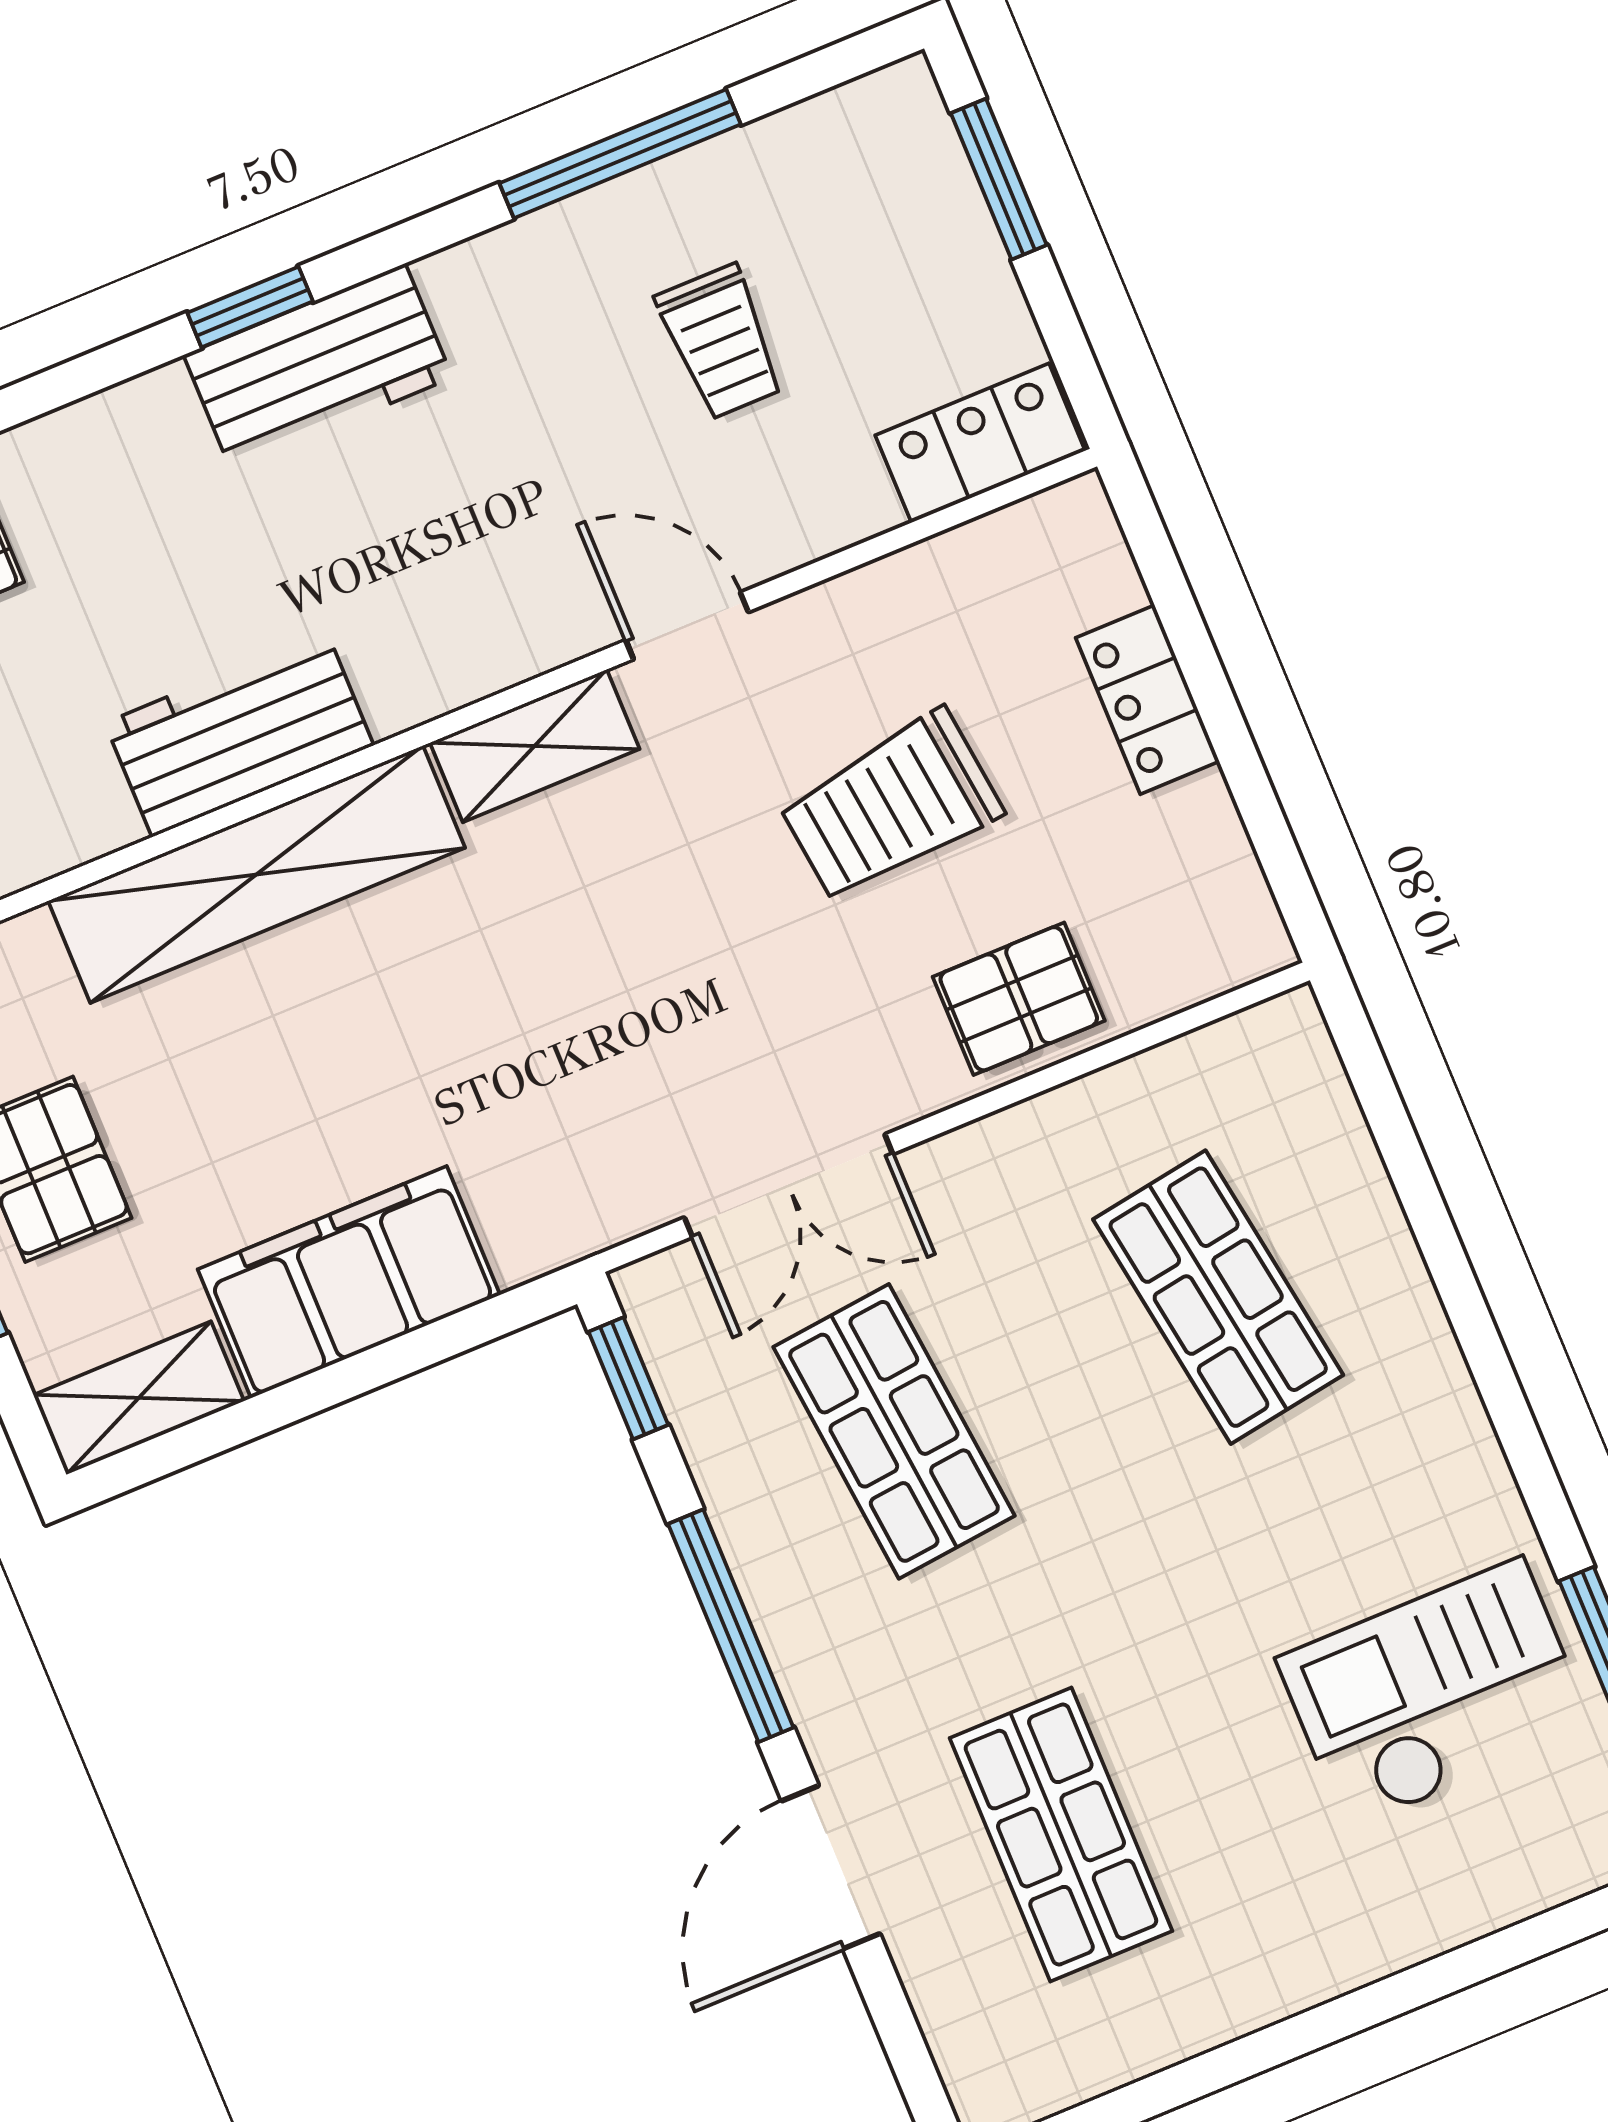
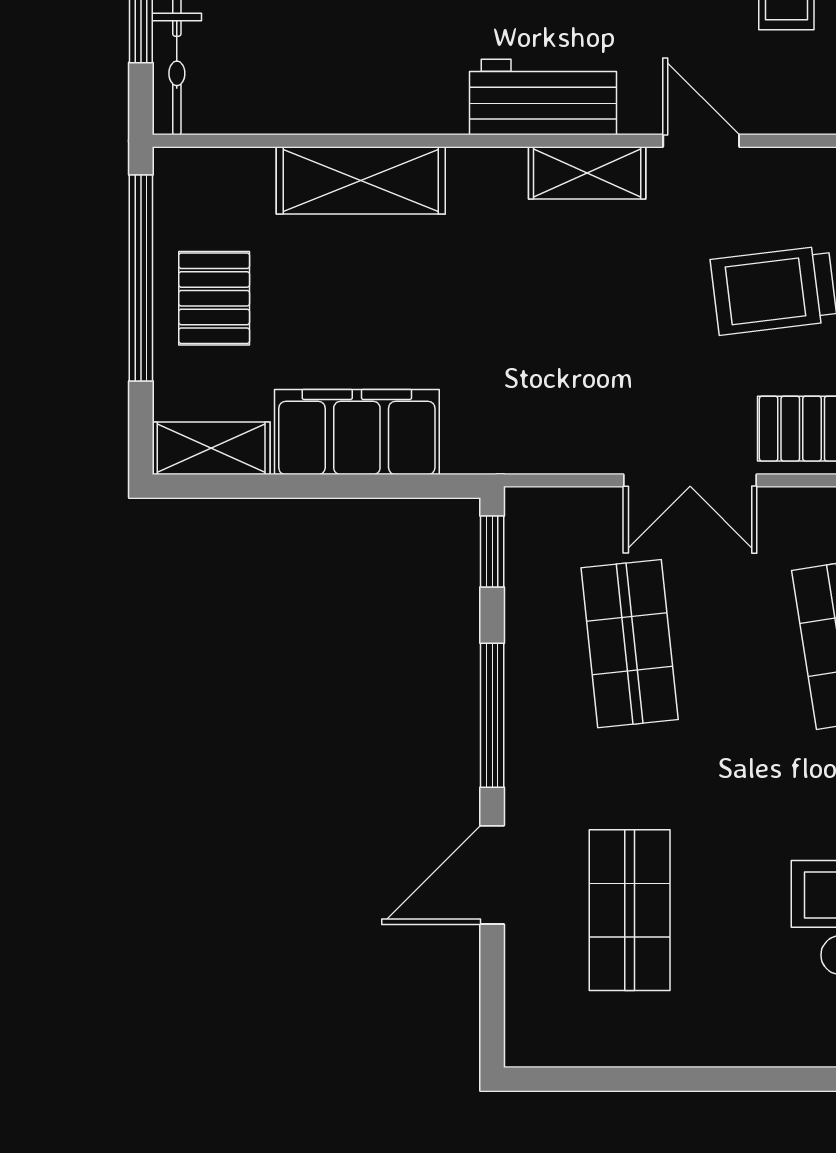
workbench: (239, 734) -> (543, 97), moved
shelving: (257, 874) -> (361, 180), width x0.68
double door: (789, 1186) -> (690, 480), moved

